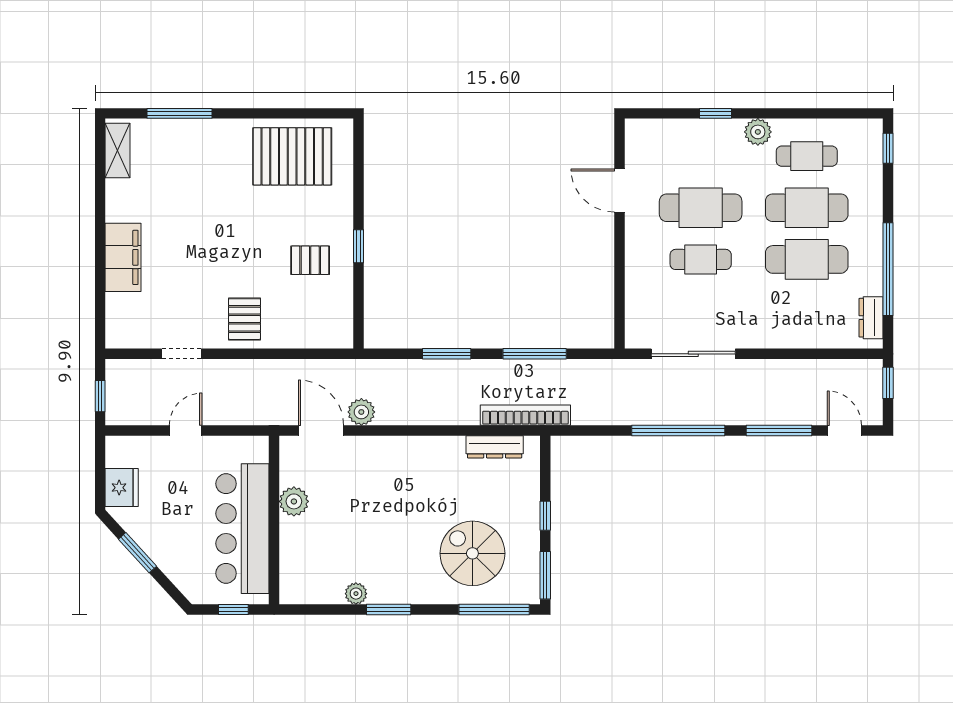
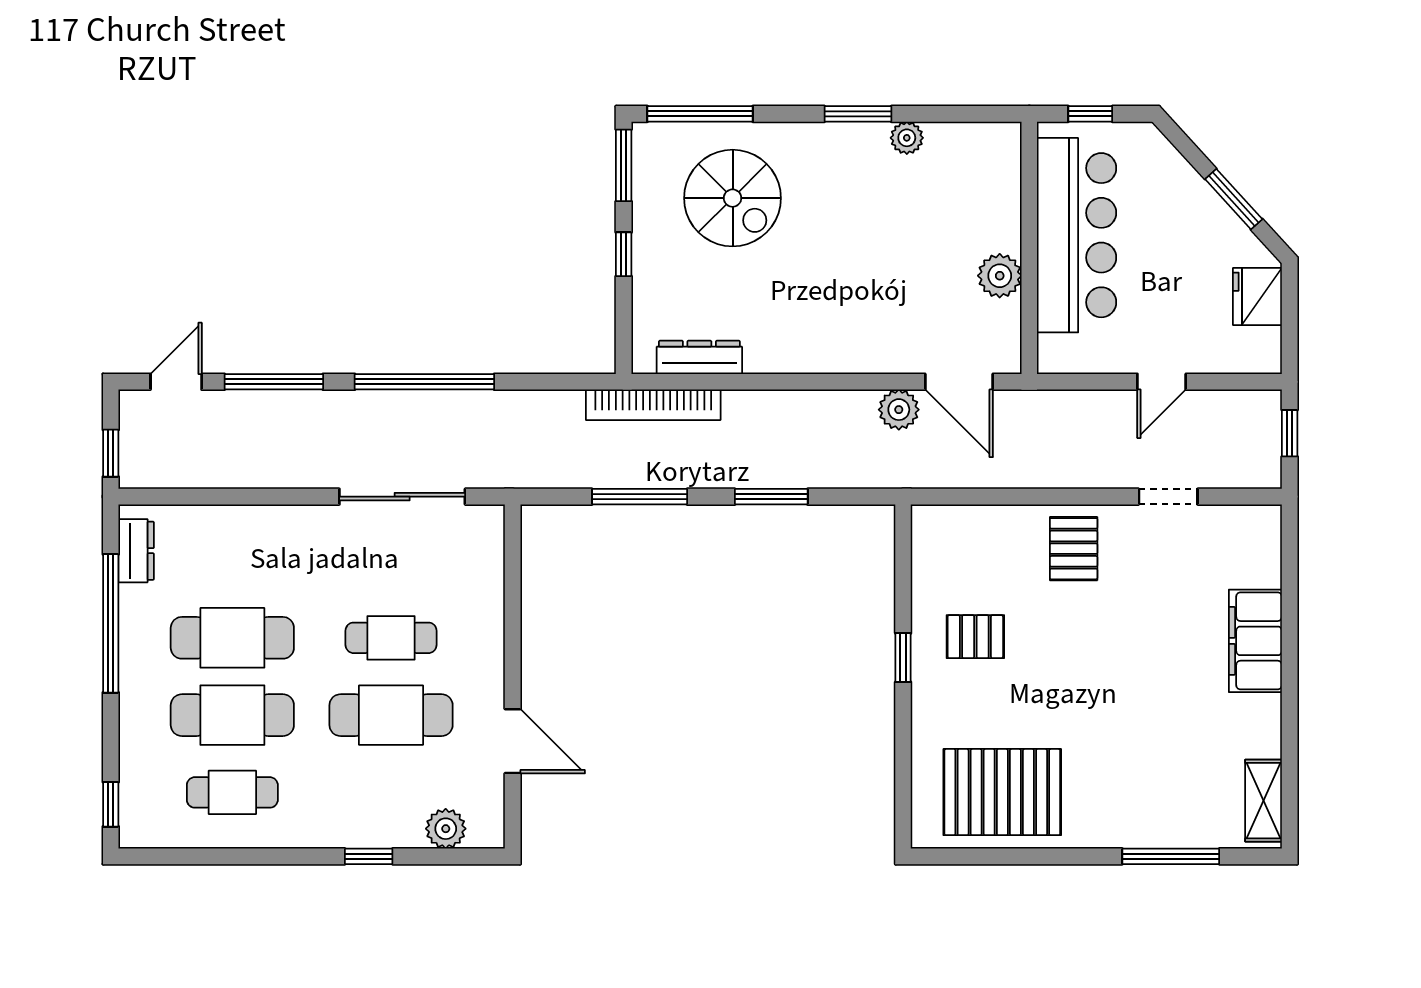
plant: (758, 132) -> (446, 829), moved
door: (844, 431) -> (176, 382), swing flipped

